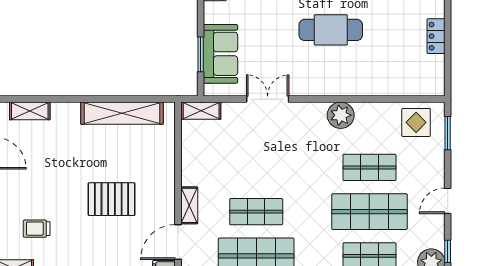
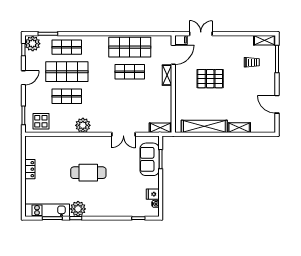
shelving: (30, 111) -> (239, 128), moved

